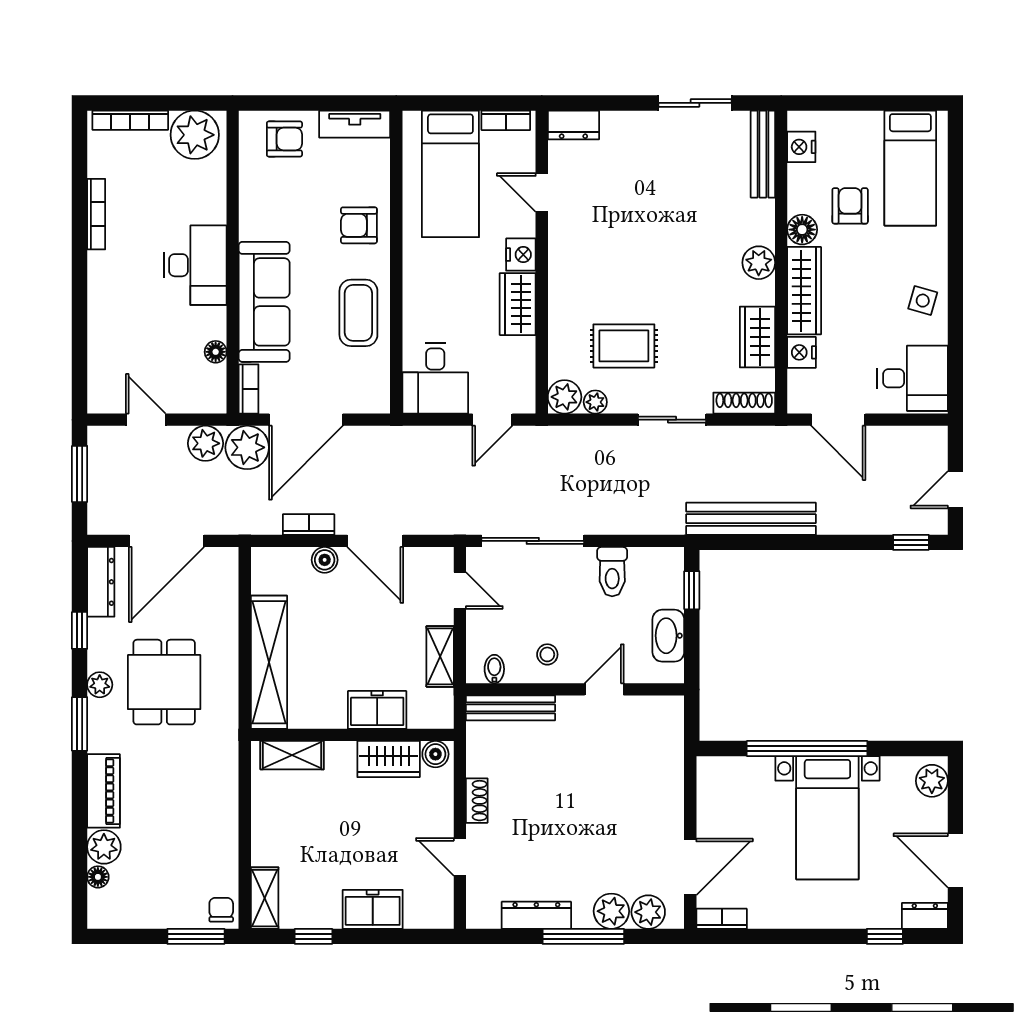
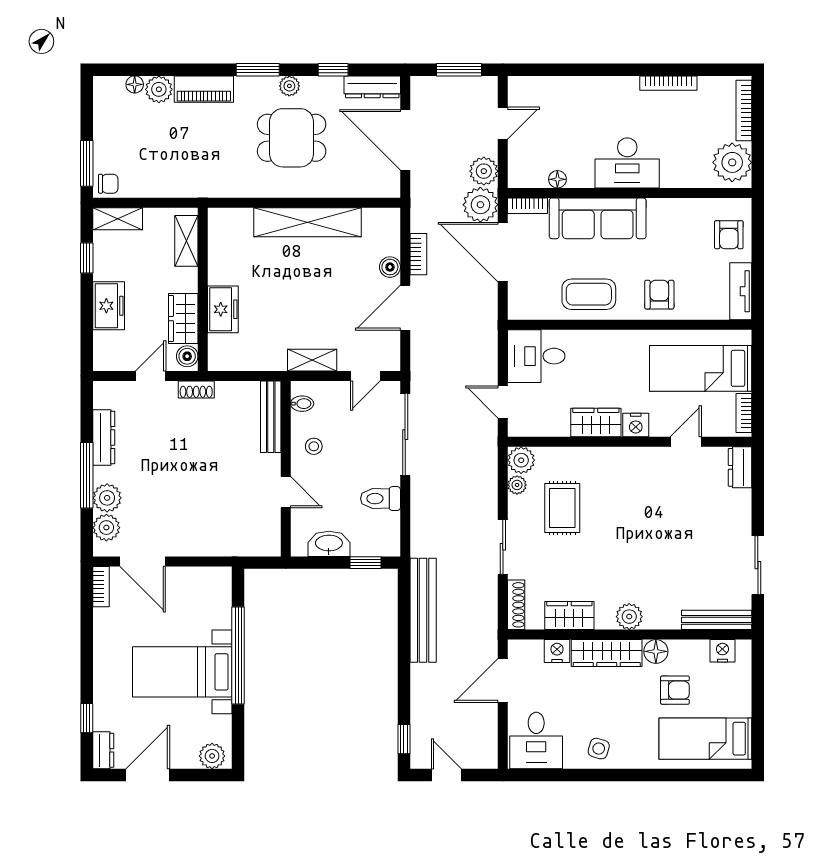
freezer: (377, 710) -> (223, 309), moved
wall: (352, 735) -> (203, 289), moved
boiler: (435, 754) -> (187, 356), moved
shelving: (292, 755) -> (186, 241), moved
wardrobe: (389, 759) -> (183, 319), moved

